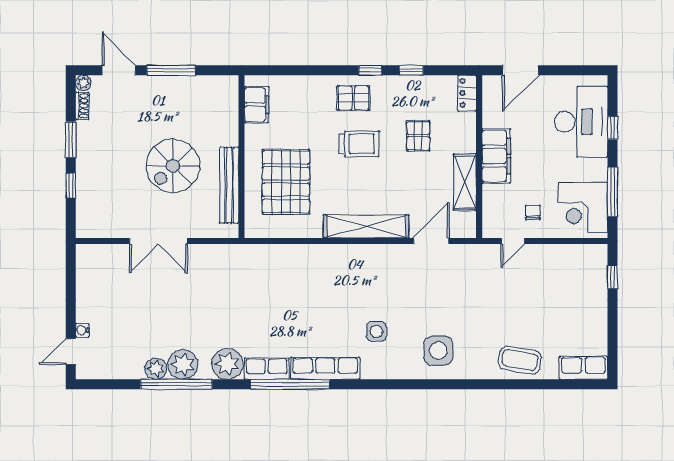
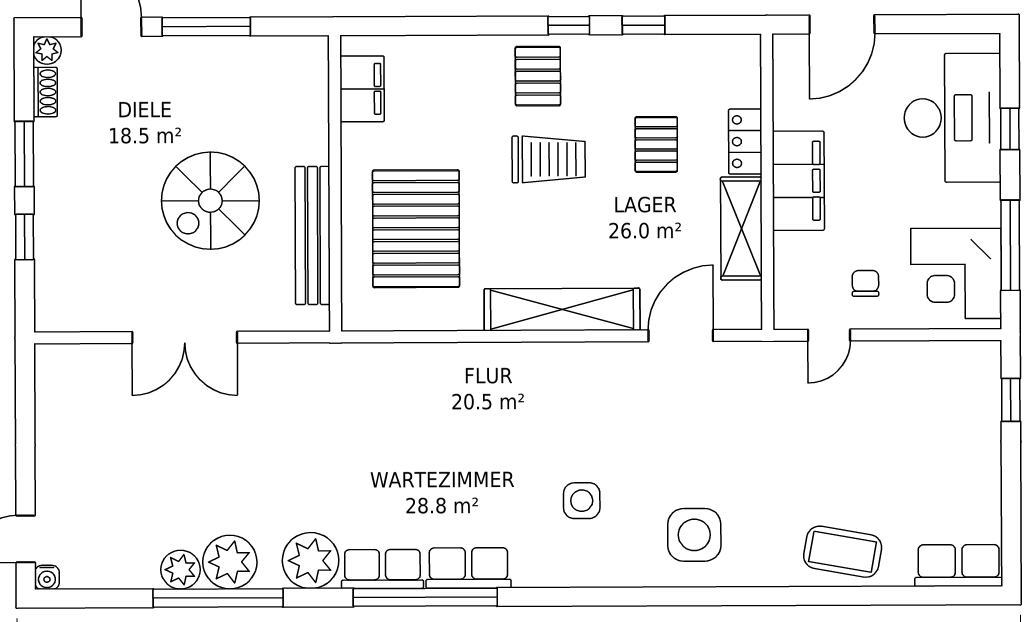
locker: (467, 93) -> (745, 142), moved
pallet: (353, 98) -> (538, 76), turned 90
water cooler: (82, 330) -> (47, 577), moved, turned -90
row of seats: (325, 368) -> (468, 568), width x0.68

